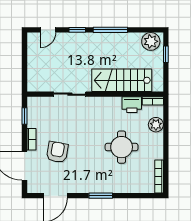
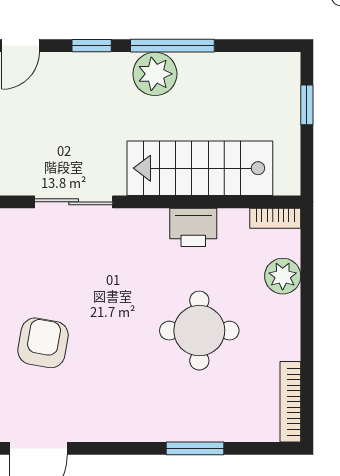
plant: (151, 41) -> (155, 74), moved
printer: (132, 105) -> (193, 227), moved
window: (101, 196) -> (195, 448), moved

